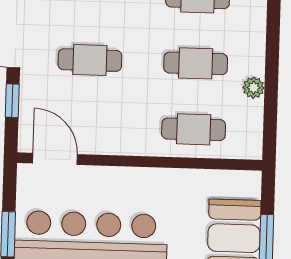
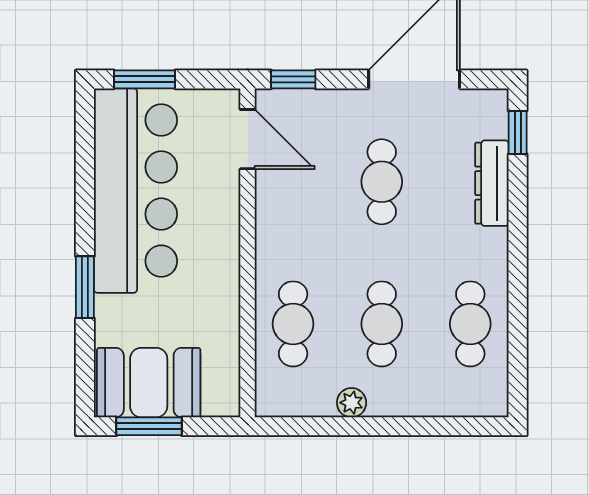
window: (12, 101) -> (293, 79), moved
door: (55, 159) -> (248, 139), hinge flipped

